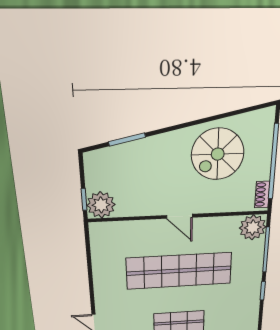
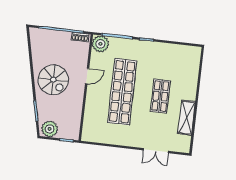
spiral stairs: (218, 154) -> (53, 80), moved
plant: (101, 205) -> (50, 129), moved
door: (180, 216) -> (87, 76), moved

